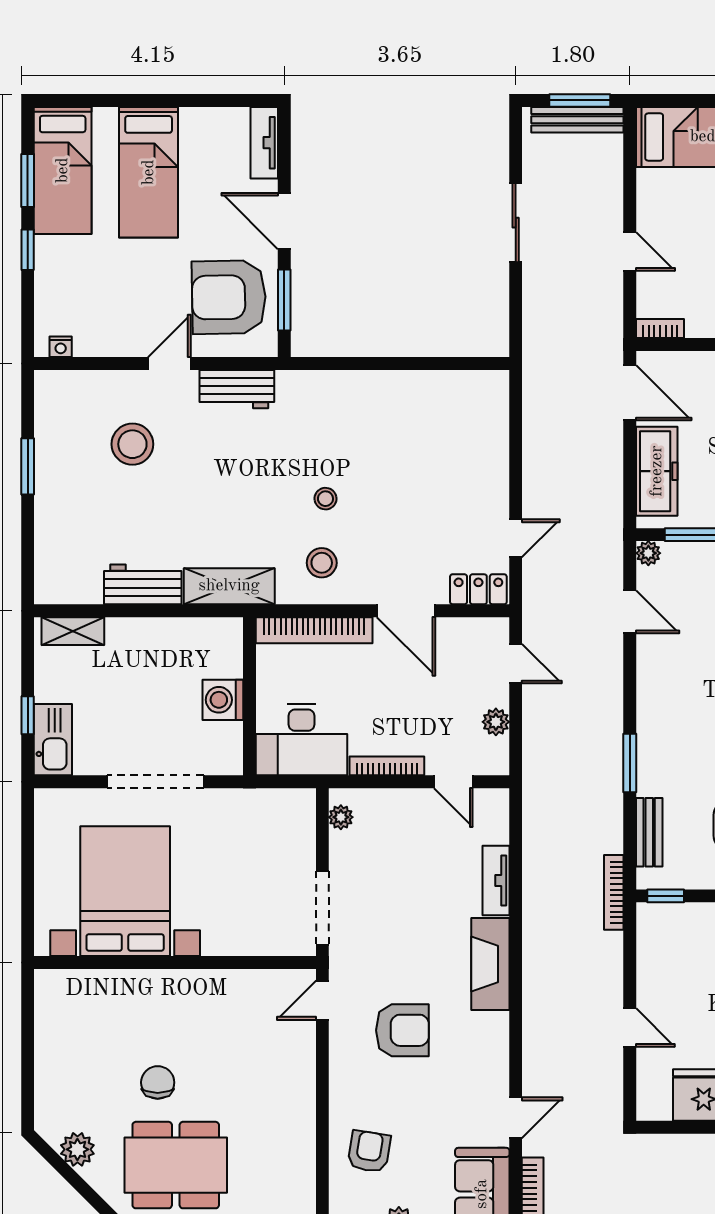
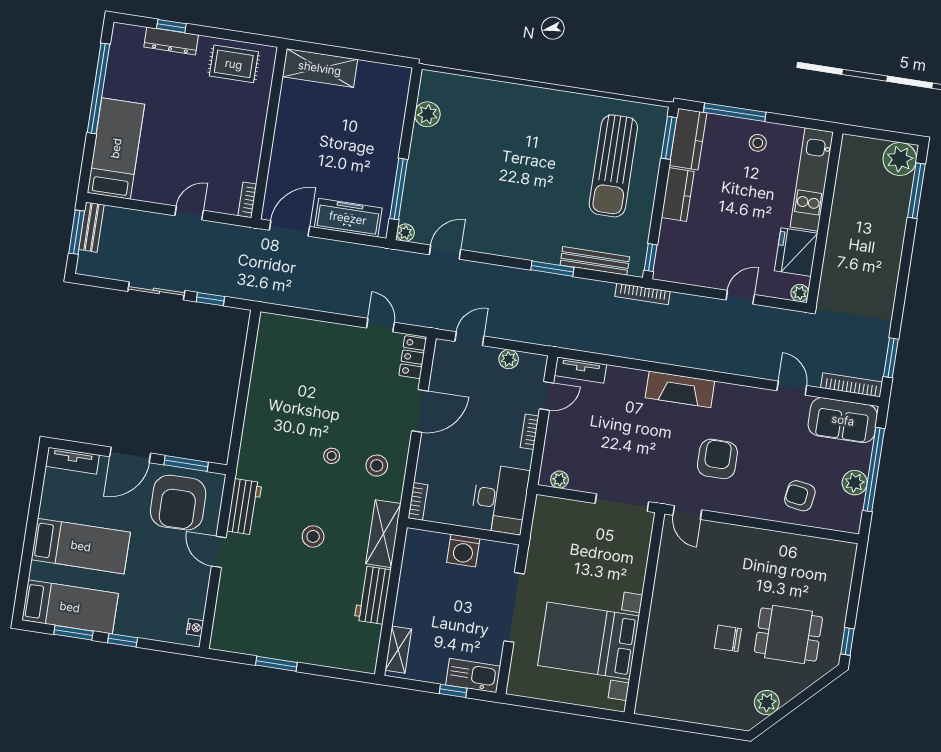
bench: (577, 120) -> (91, 227), width x0.73
window: (516, 299) -> (210, 299), added
stool: (132, 444) -> (313, 536), moved, width x0.73, depth x0.73
bookcase: (314, 630) -> (418, 501), width x0.43, depth x0.76
bookcase: (387, 766) -> (530, 432), width x0.64
bench: (649, 832) -> (595, 261), width x1.36
tv unit: (496, 881) -> (580, 370), moved
plant: (648, 1109) -> (800, 293), added
dining table: (176, 1165) -> (788, 635), width x0.73

